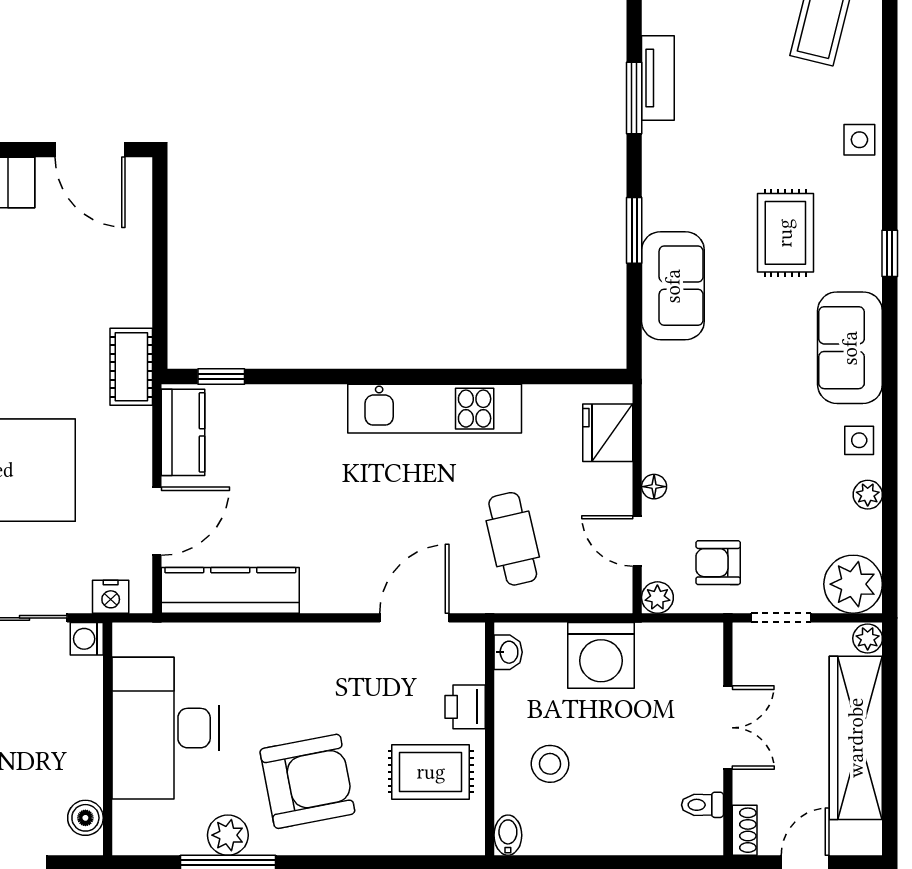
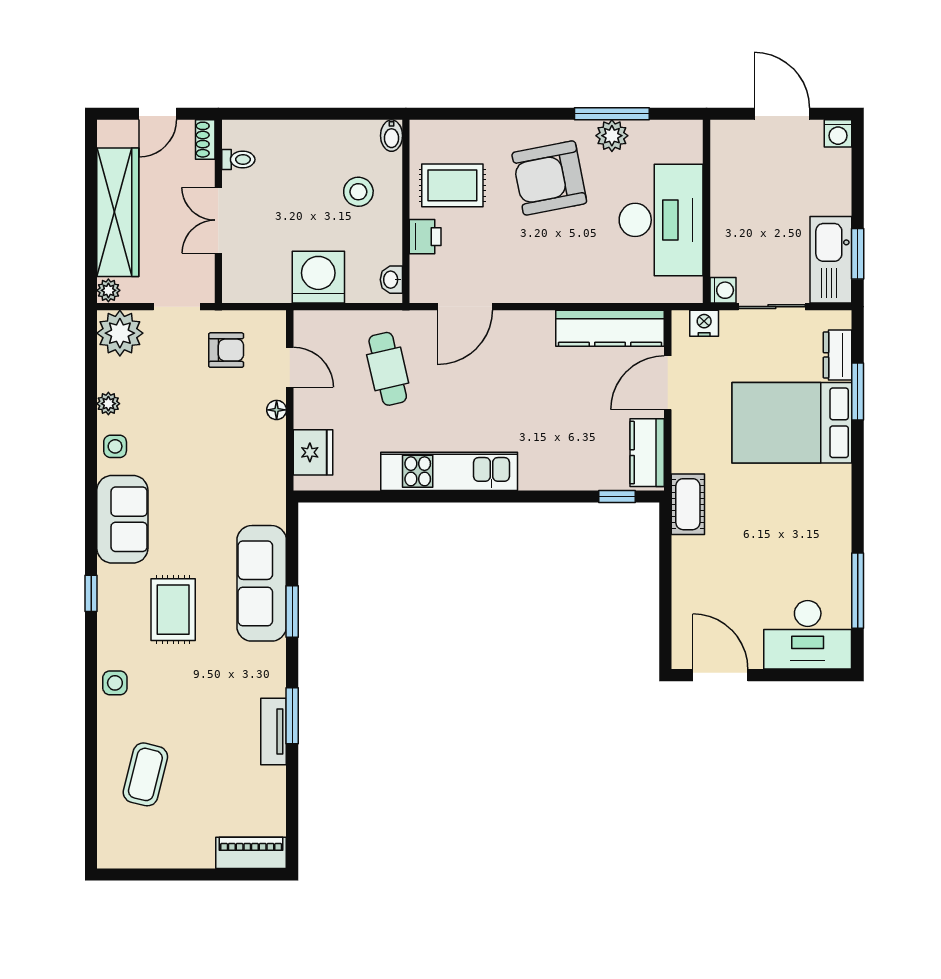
sofa: (673, 286) -> (262, 583), width x1.36
plant: (657, 598) -> (274, 323), removed
boiler: (85, 818) -> (724, 149), removed

